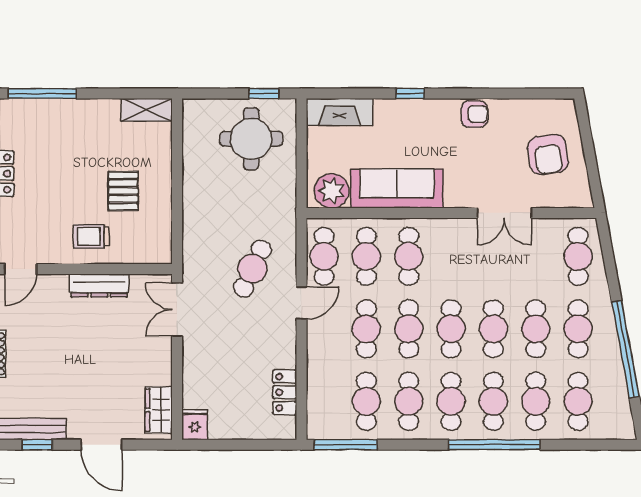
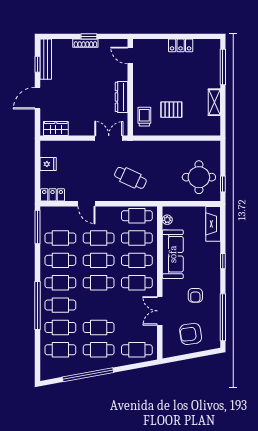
window: (516, 93) -> (223, 317), added
shelving: (146, 110) -> (214, 102), moved
armchair: (474, 114) -> (195, 295), moved
plant: (332, 191) -> (167, 220), width x0.53, depth x0.53
trolley: (91, 236) -> (144, 117), moved
door: (301, 303) -> (87, 204), moved
cafe table: (493, 329) -> (137, 283), moved
locker: (285, 392) -> (53, 195), moved
fridge: (195, 425) -> (48, 164), moved

